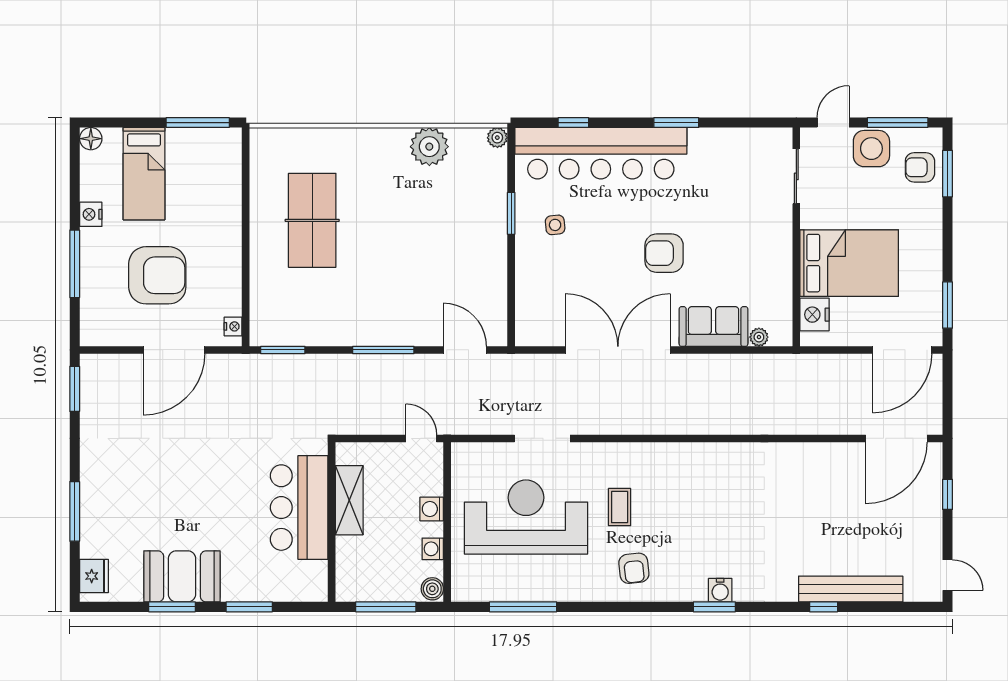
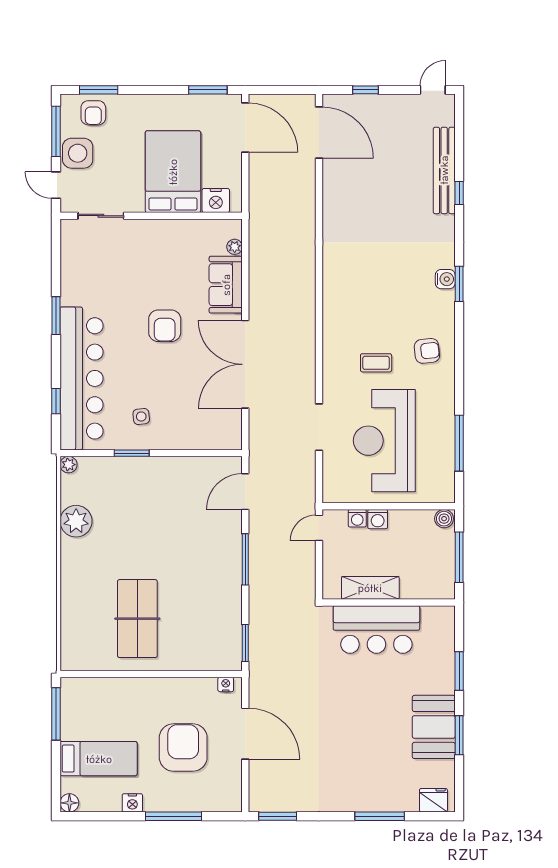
table tennis table: (312, 220) -> (137, 619), turned 90
washing machine: (433, 549) -> (357, 518), moved

